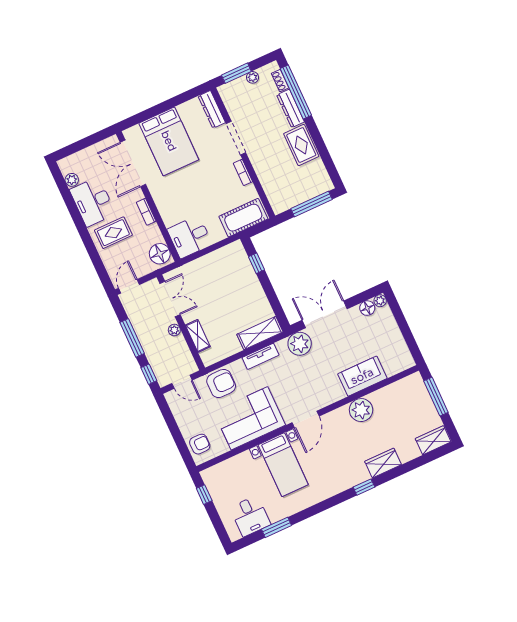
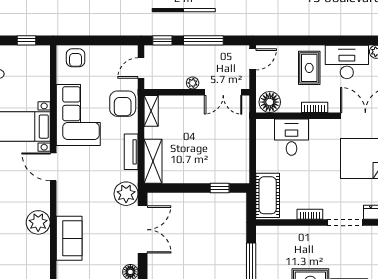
desk: (190, 237) -> (292, 137), moved
door: (129, 286) -> (253, 59), hinge flipped
shelving: (198, 336) -> (151, 111), moved, turned 90

